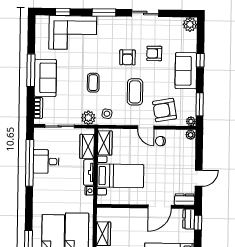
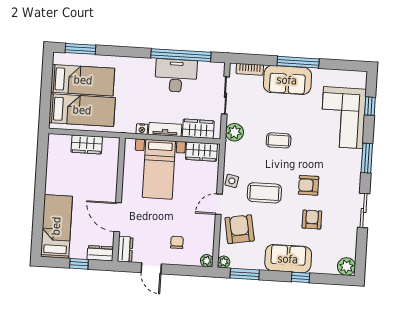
side table: (107, 114) -> (232, 181), moved
chair: (160, 141) -> (177, 242), moved
desk: (46, 161) -> (176, 76), width x1.37
window: (198, 223) -> (79, 264), moved

